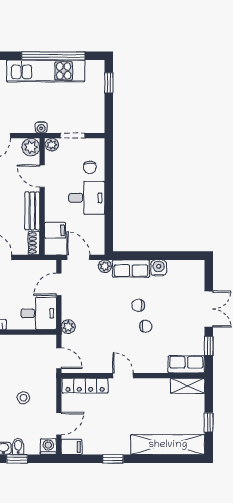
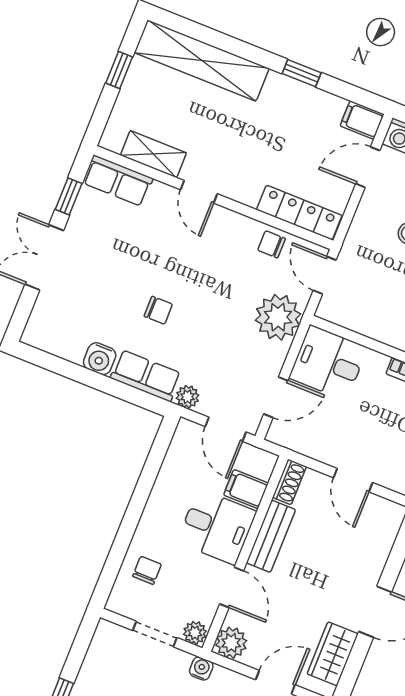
desk: (87, 198) -> (217, 527), moved, turned 180
chair: (146, 326) -> (272, 244), moved
plant: (68, 327) -> (278, 317), width x1.87, depth x1.87
door: (123, 376) -> (199, 192), moved
shelving: (188, 386) -> (153, 154), moved

